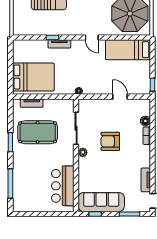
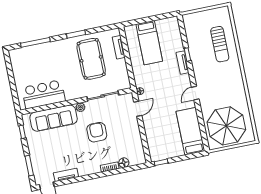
bed: (33, 77) -> (149, 43), width x0.67
door: (120, 97) -> (138, 109), moved
sofa: (101, 202) -> (54, 118), moved, turned 90

